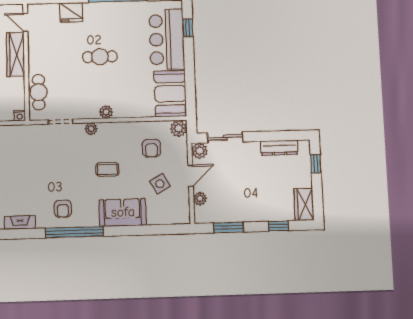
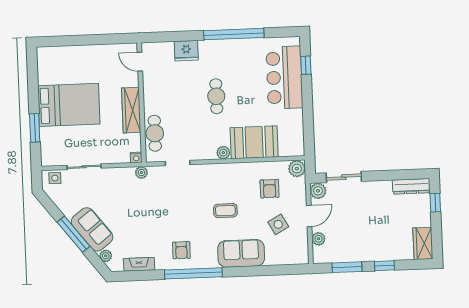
wardrobe: (16, 54) -> (131, 110), moved
cafe table: (100, 57) -> (216, 96), turned 90
booth: (170, 94) -> (254, 142), moved, turned 90
plant: (91, 129) -> (141, 173), moved
dresser: (279, 148) -> (411, 186), moved
window: (278, 226) -> (384, 266), moved

